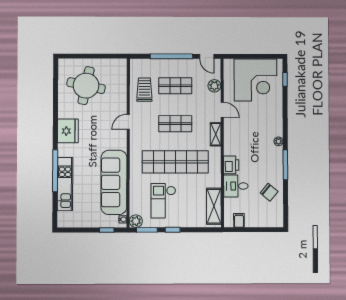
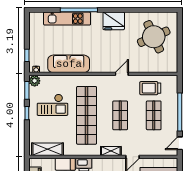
round table: (86, 86) -> (154, 37), turned -36
plant: (214, 86) -> (154, 150), removed
trolley: (144, 90) -> (150, 88), turned 180
door: (128, 122) -> (122, 74), hinge flipped
sofa: (114, 182) -> (69, 64), width x0.74, depth x0.79
checkout: (163, 201) -> (52, 105), turned 180

